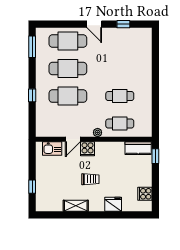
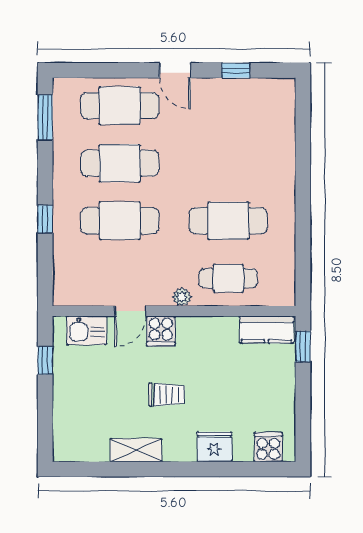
cafe table: (120, 96) -> (228, 221), width x1.37, depth x1.35
window: (32, 187) -> (45, 360), moved
cooker: (145, 194) -> (268, 447), moved, turned 90

